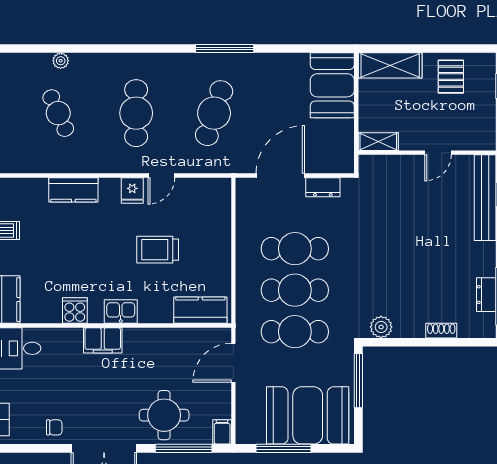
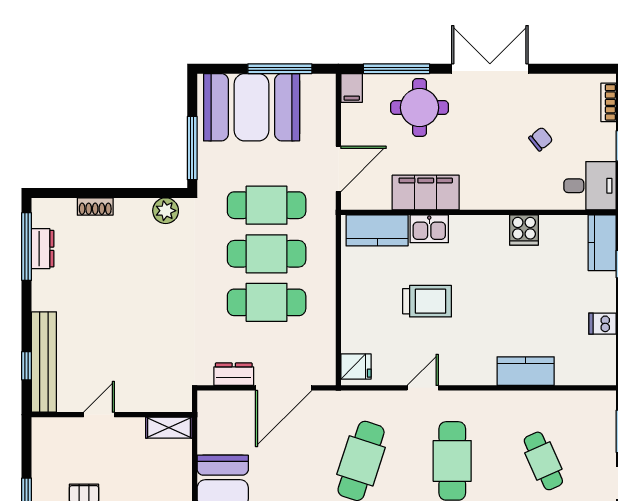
fridge: (132, 191) -> (356, 366), moved, turned 90
kitchen sink: (121, 312) -> (429, 229), moved
filing cabinet: (103, 340) -> (426, 193), moved, width x1.50, depth x1.17
chair: (54, 427) -> (541, 139), moved, turned 141

